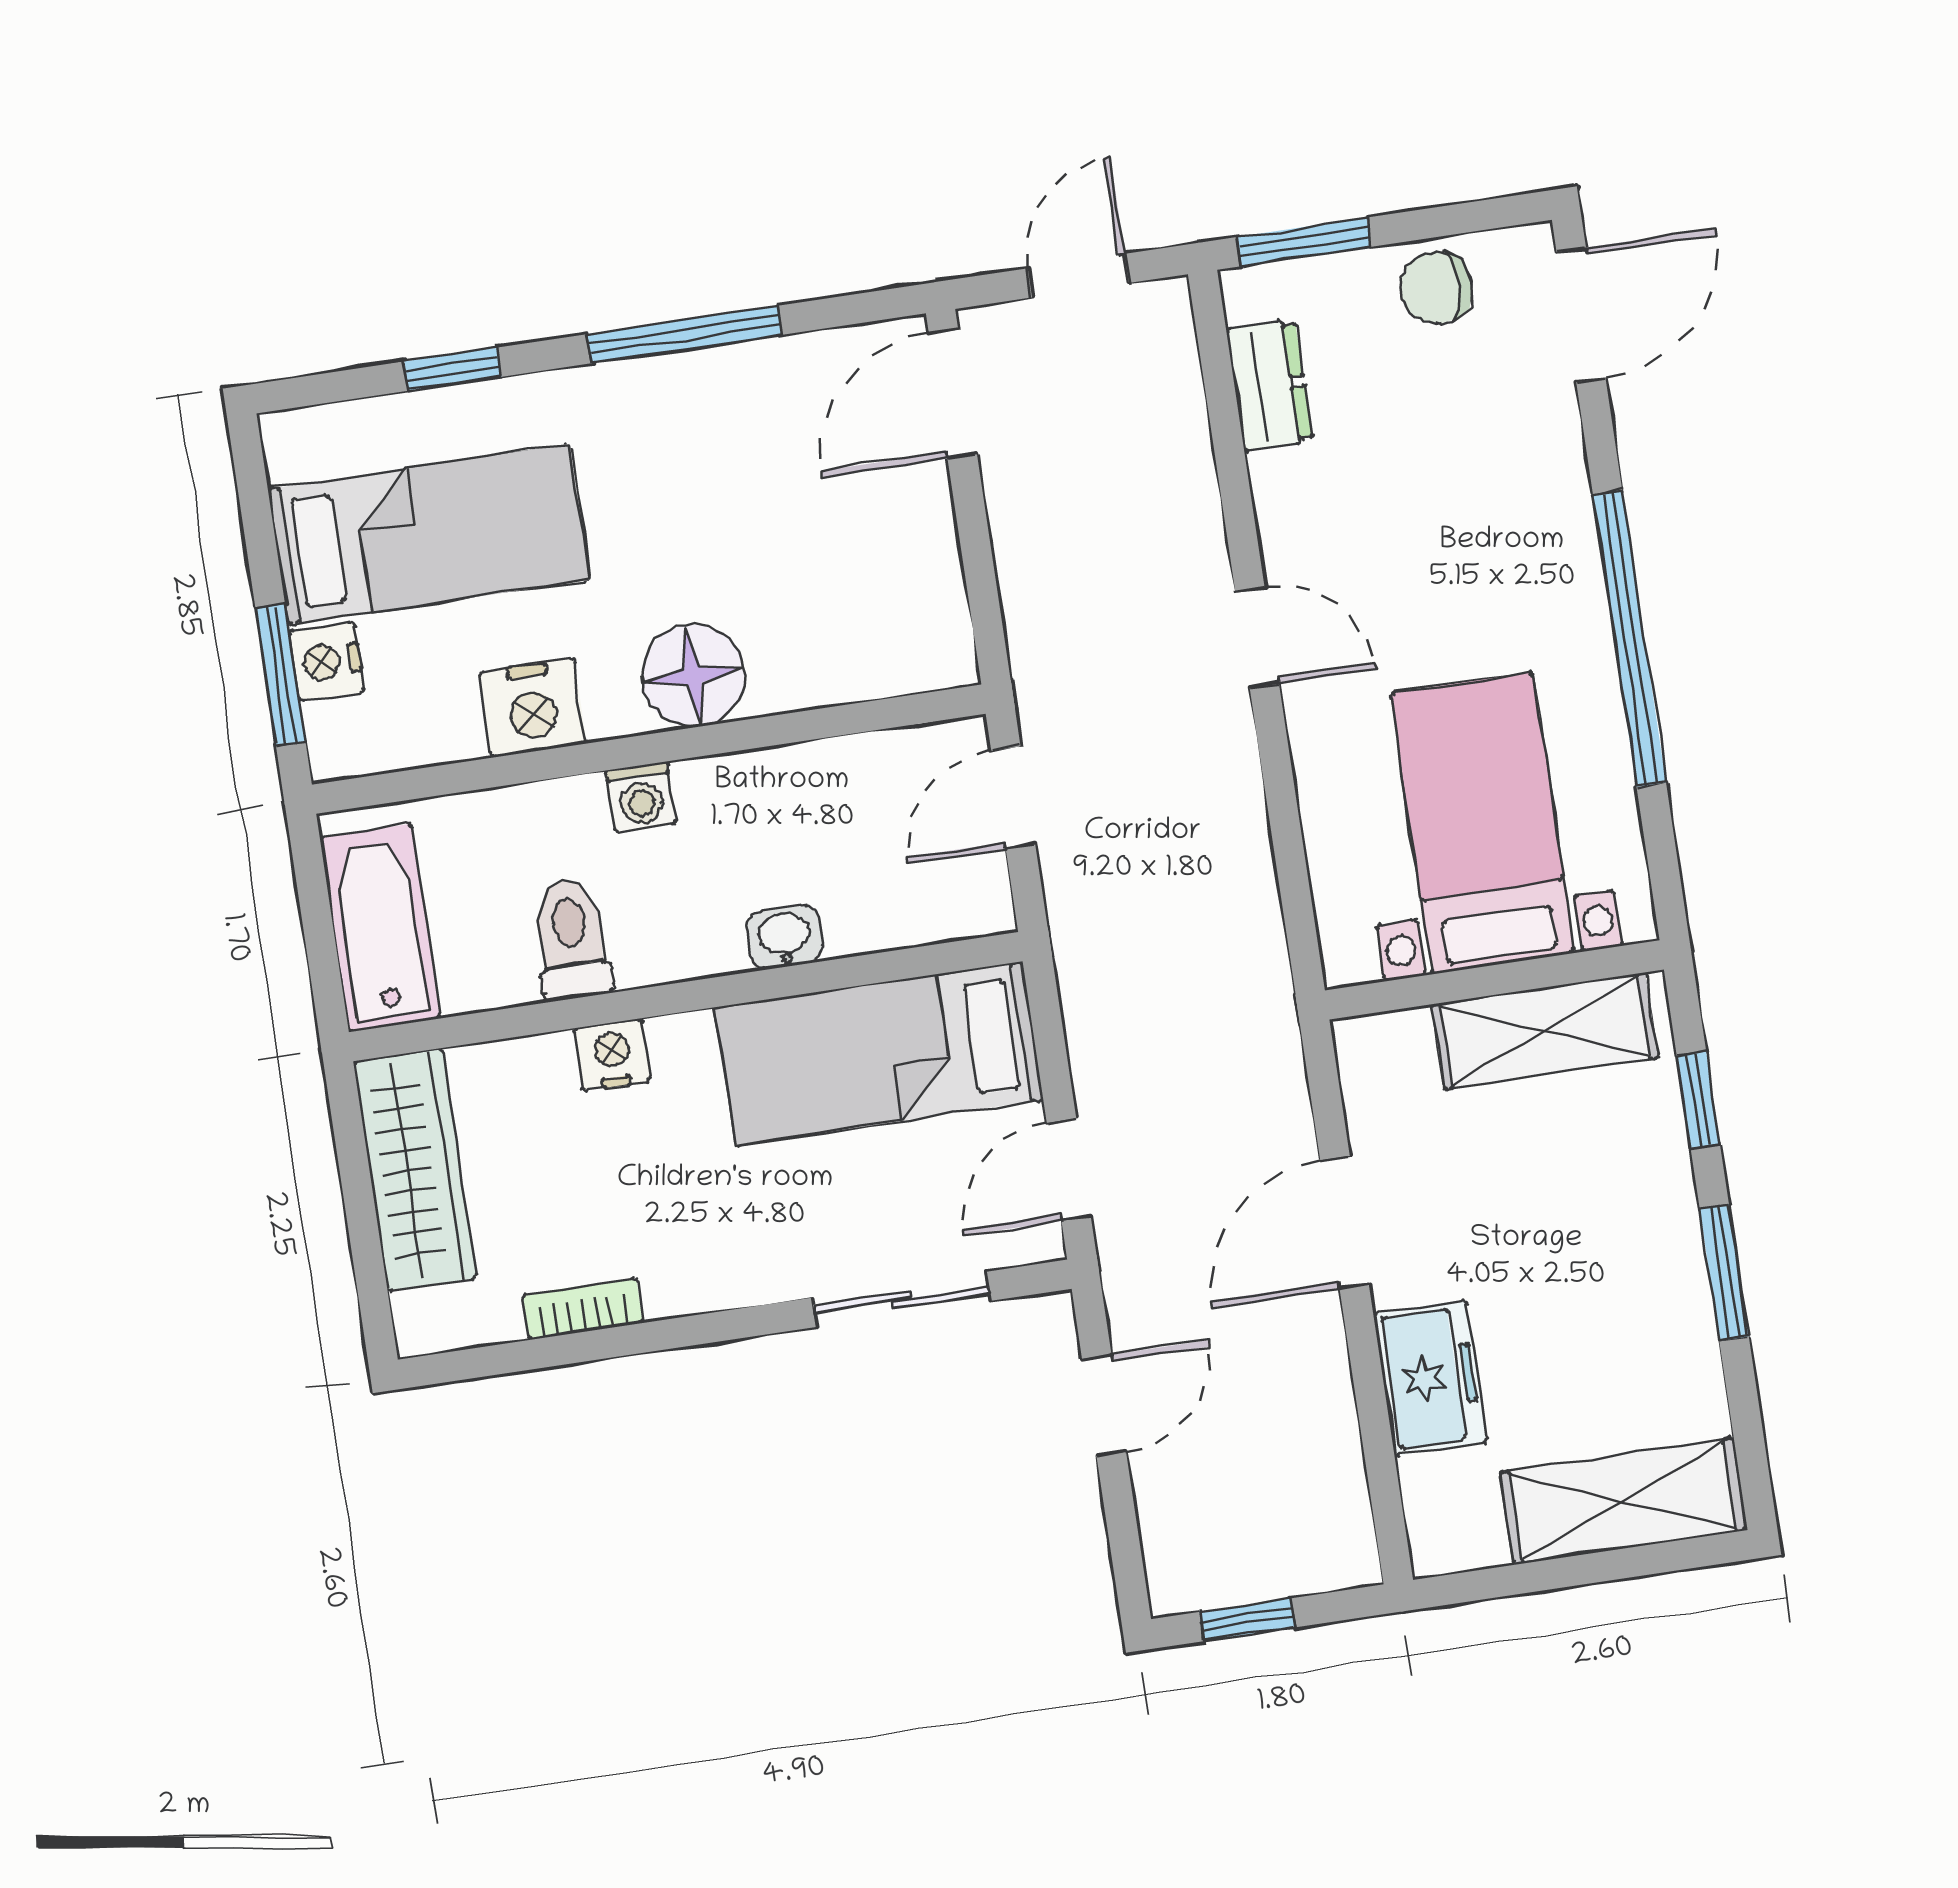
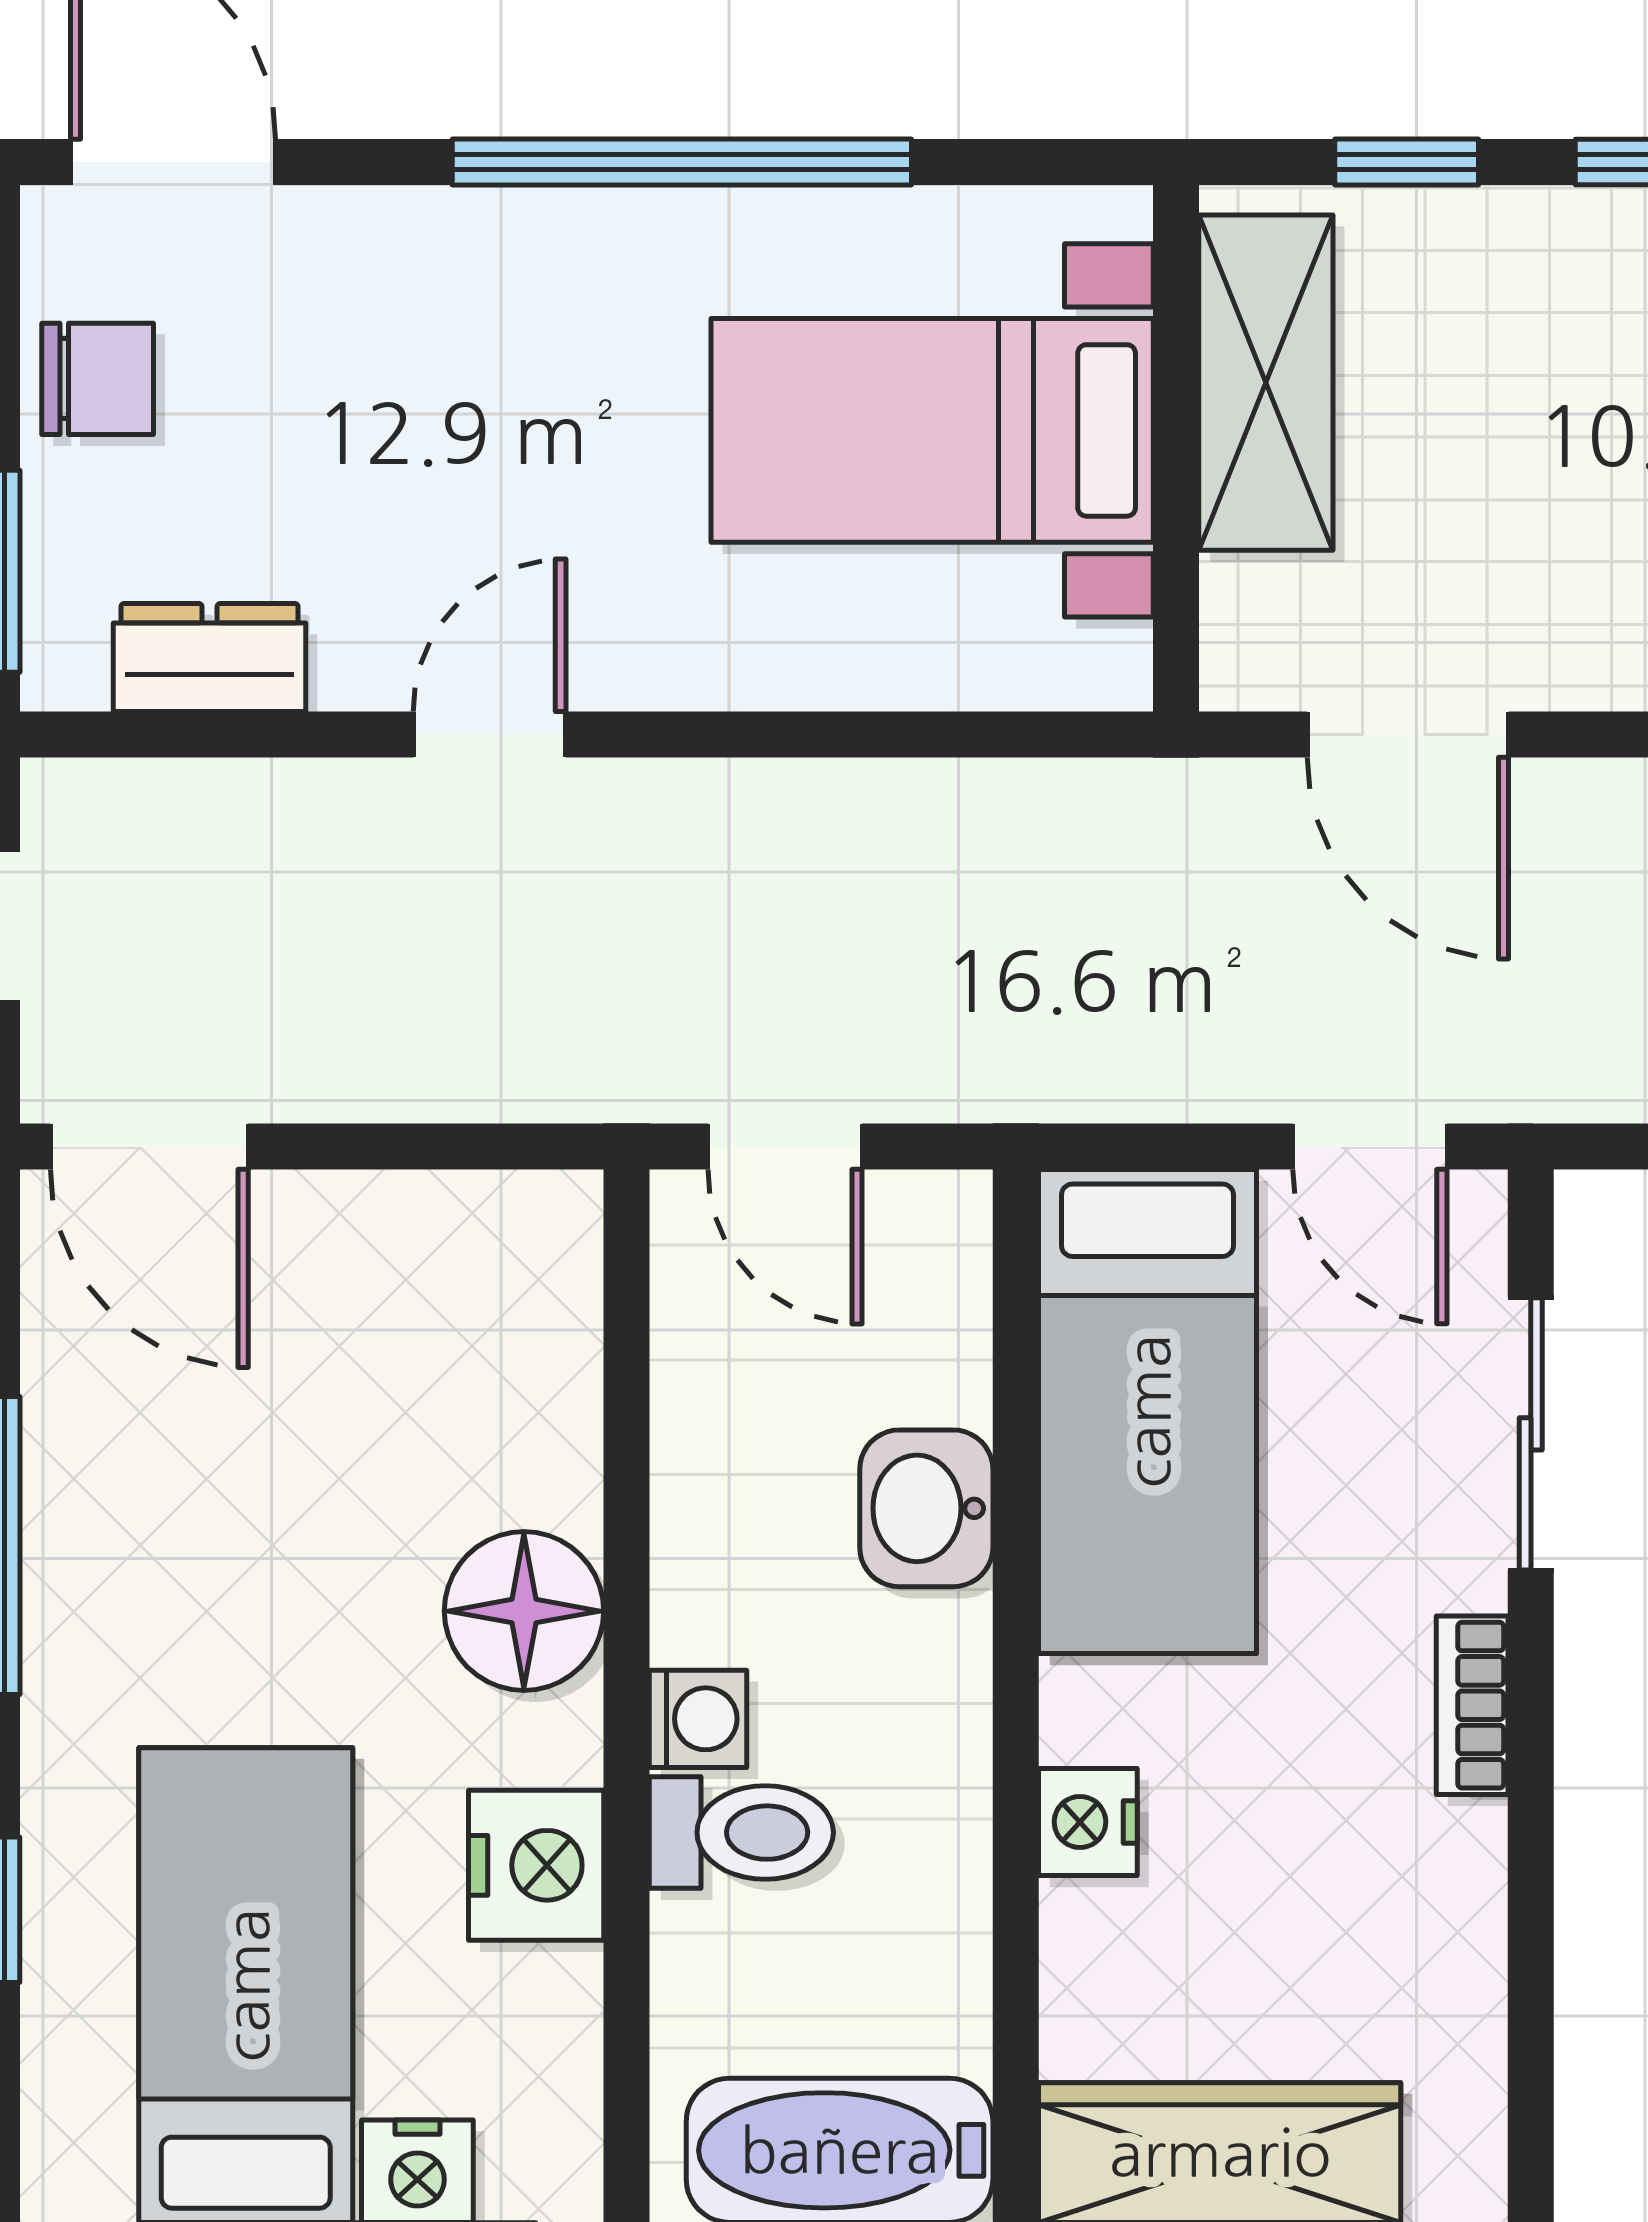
chair: (1436, 288) -> (98, 379), turned -90
door: (1257, 638) -> (490, 734), moved
washbasin: (785, 937) -> (926, 1508), width x1.38, depth x1.45
toilet: (571, 939) -> (741, 1833), moved, turned 180
door: (1345, 1222) -> (1408, 734), moved
bookcase: (583, 1309) -> (1472, 1705), moved

